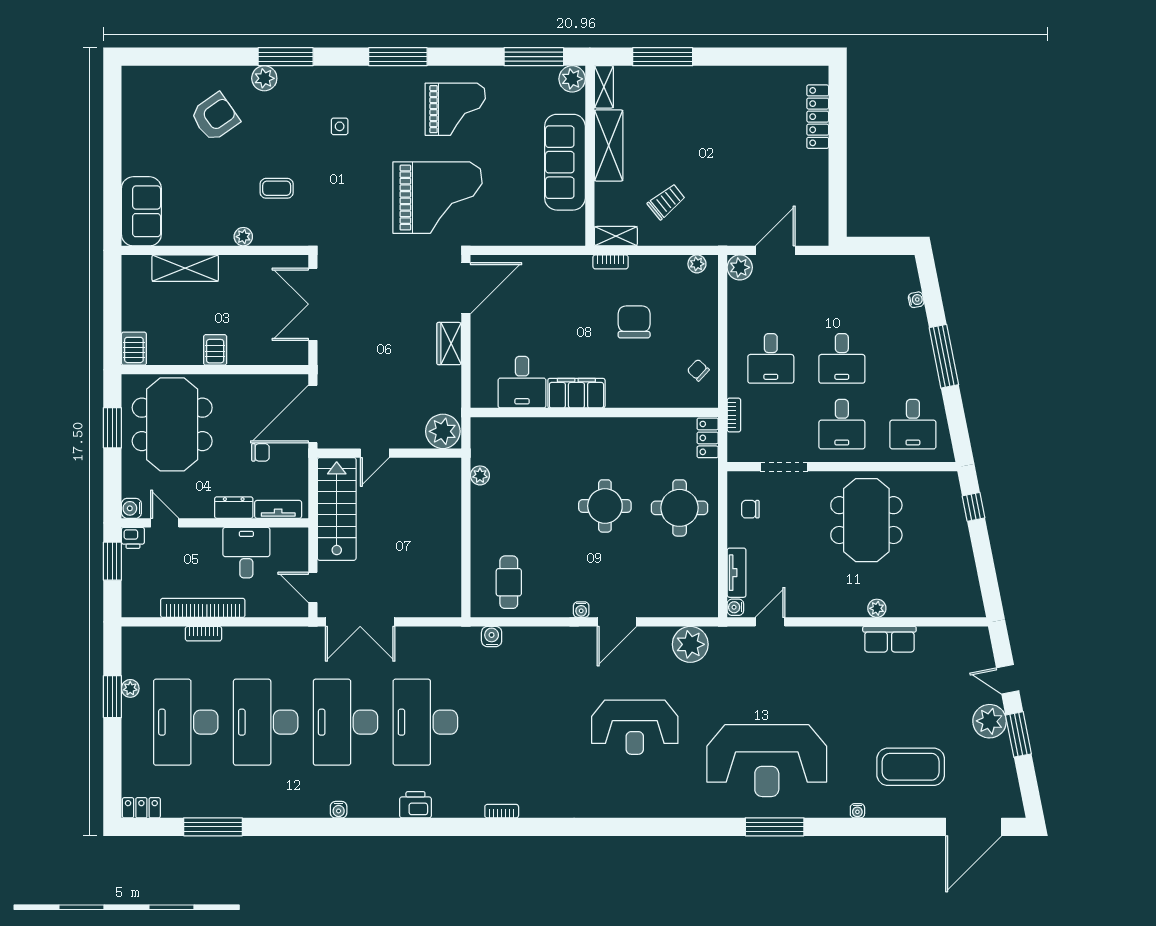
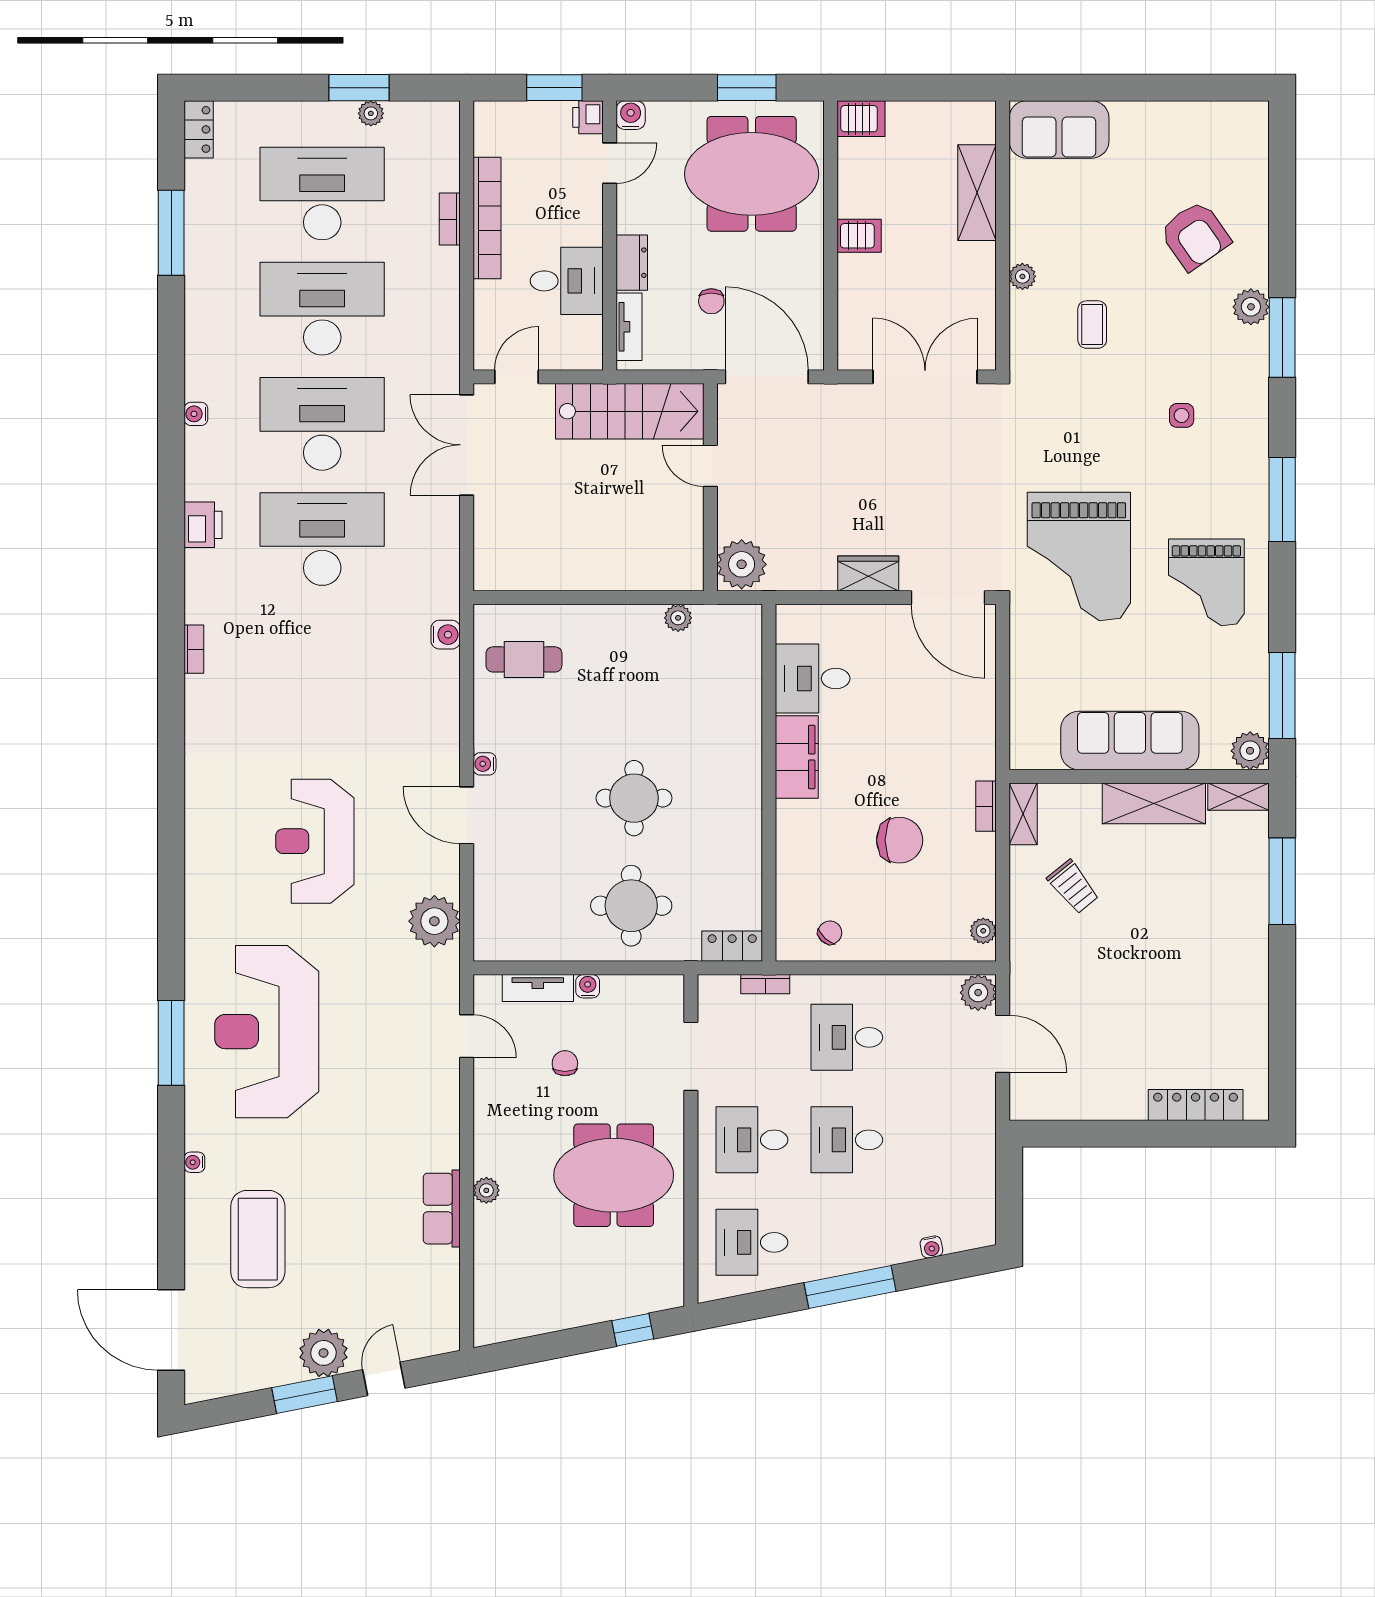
chair: (750, 509) -> (565, 1063), moved
water cooler: (735, 607) -> (588, 986), moved

